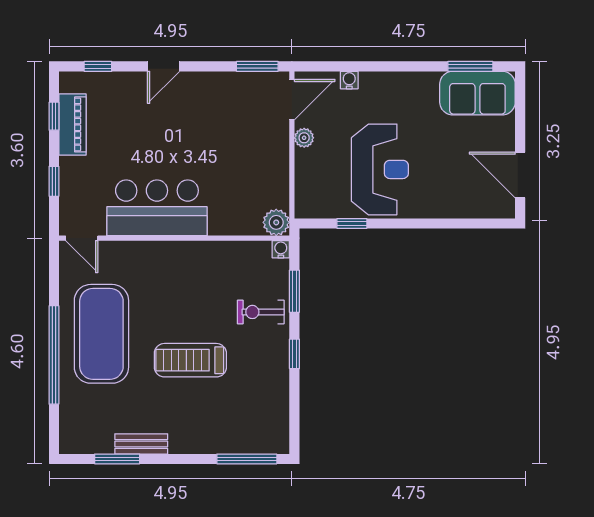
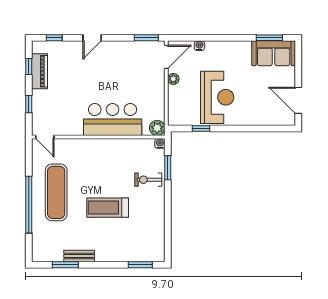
bar counter: (157, 208) -> (113, 119), moved
exercise mat: (101, 334) -> (56, 192), width x0.68
window: (294, 354) -> (168, 204), removed
window: (247, 459) -> (140, 265), width x0.69

